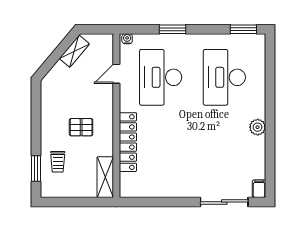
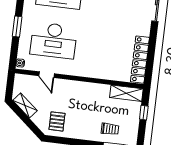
pallet: (81, 127) -> (57, 121), moved
locker: (128, 142) -> (140, 60), moved, turned -90
window: (83, 202) -> (144, 113), added

